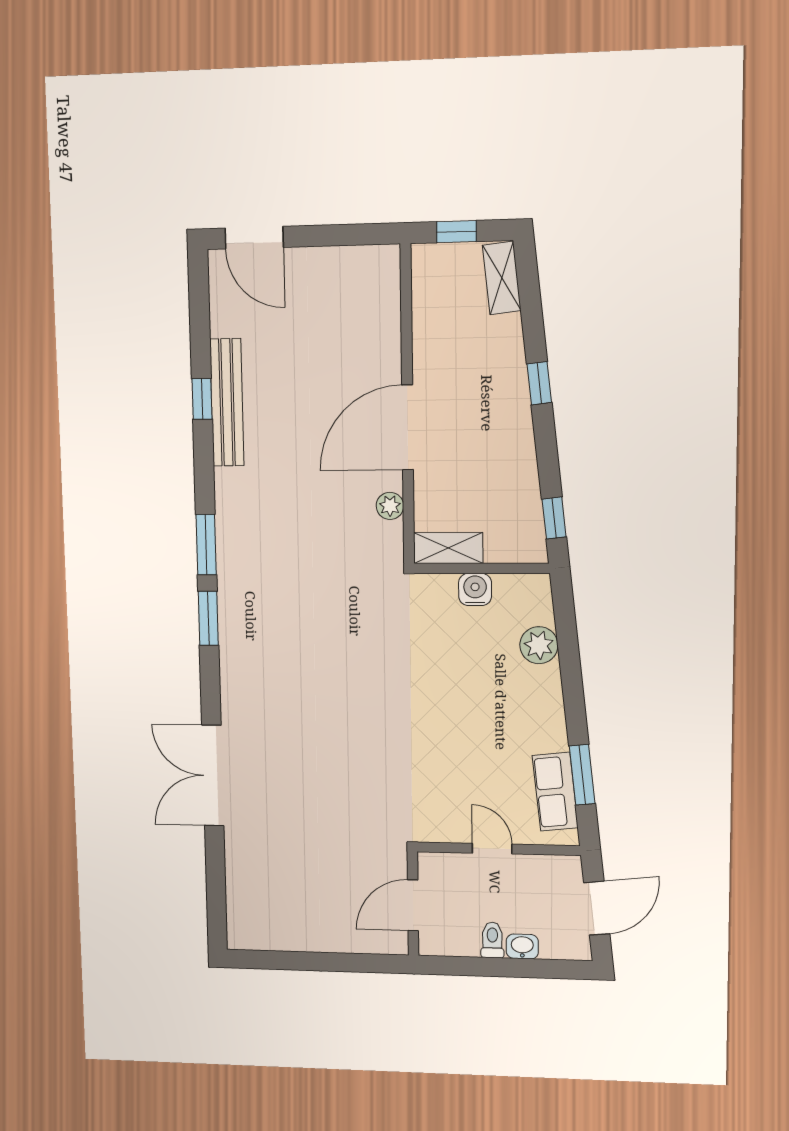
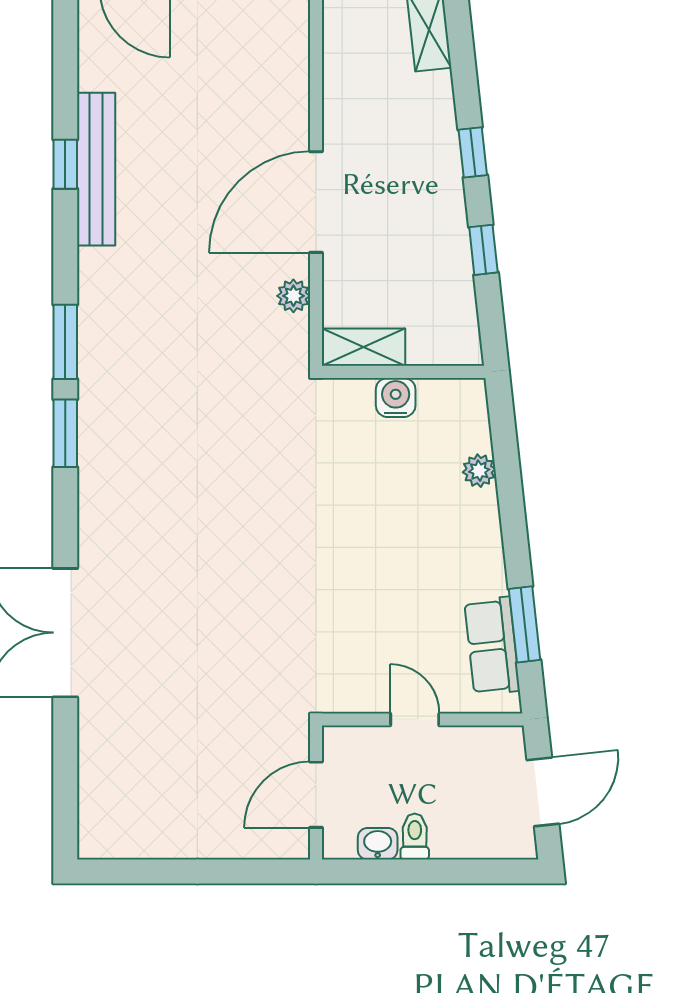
window: (554, 518) -> (483, 250), moved
plant: (539, 645) -> (479, 471), width x0.73, depth x0.73
washbasin: (522, 946) -> (378, 844), moved

